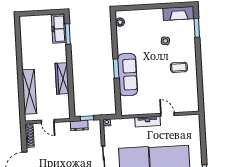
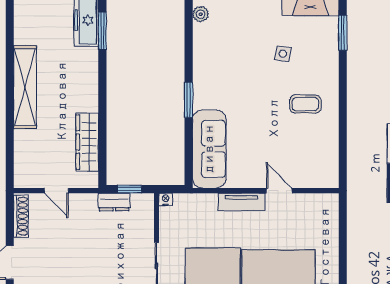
sofa: (128, 75) -> (209, 149), moved
wardrobe: (62, 78) -> (87, 142), moved
shelving: (29, 92) -> (25, 87), moved

